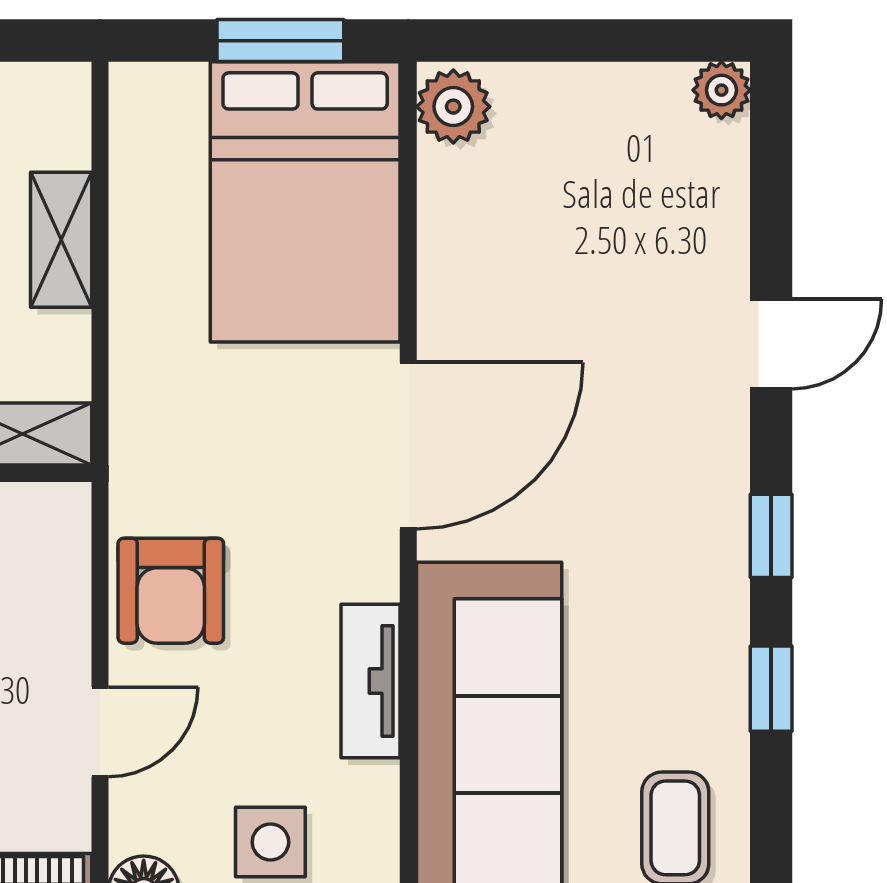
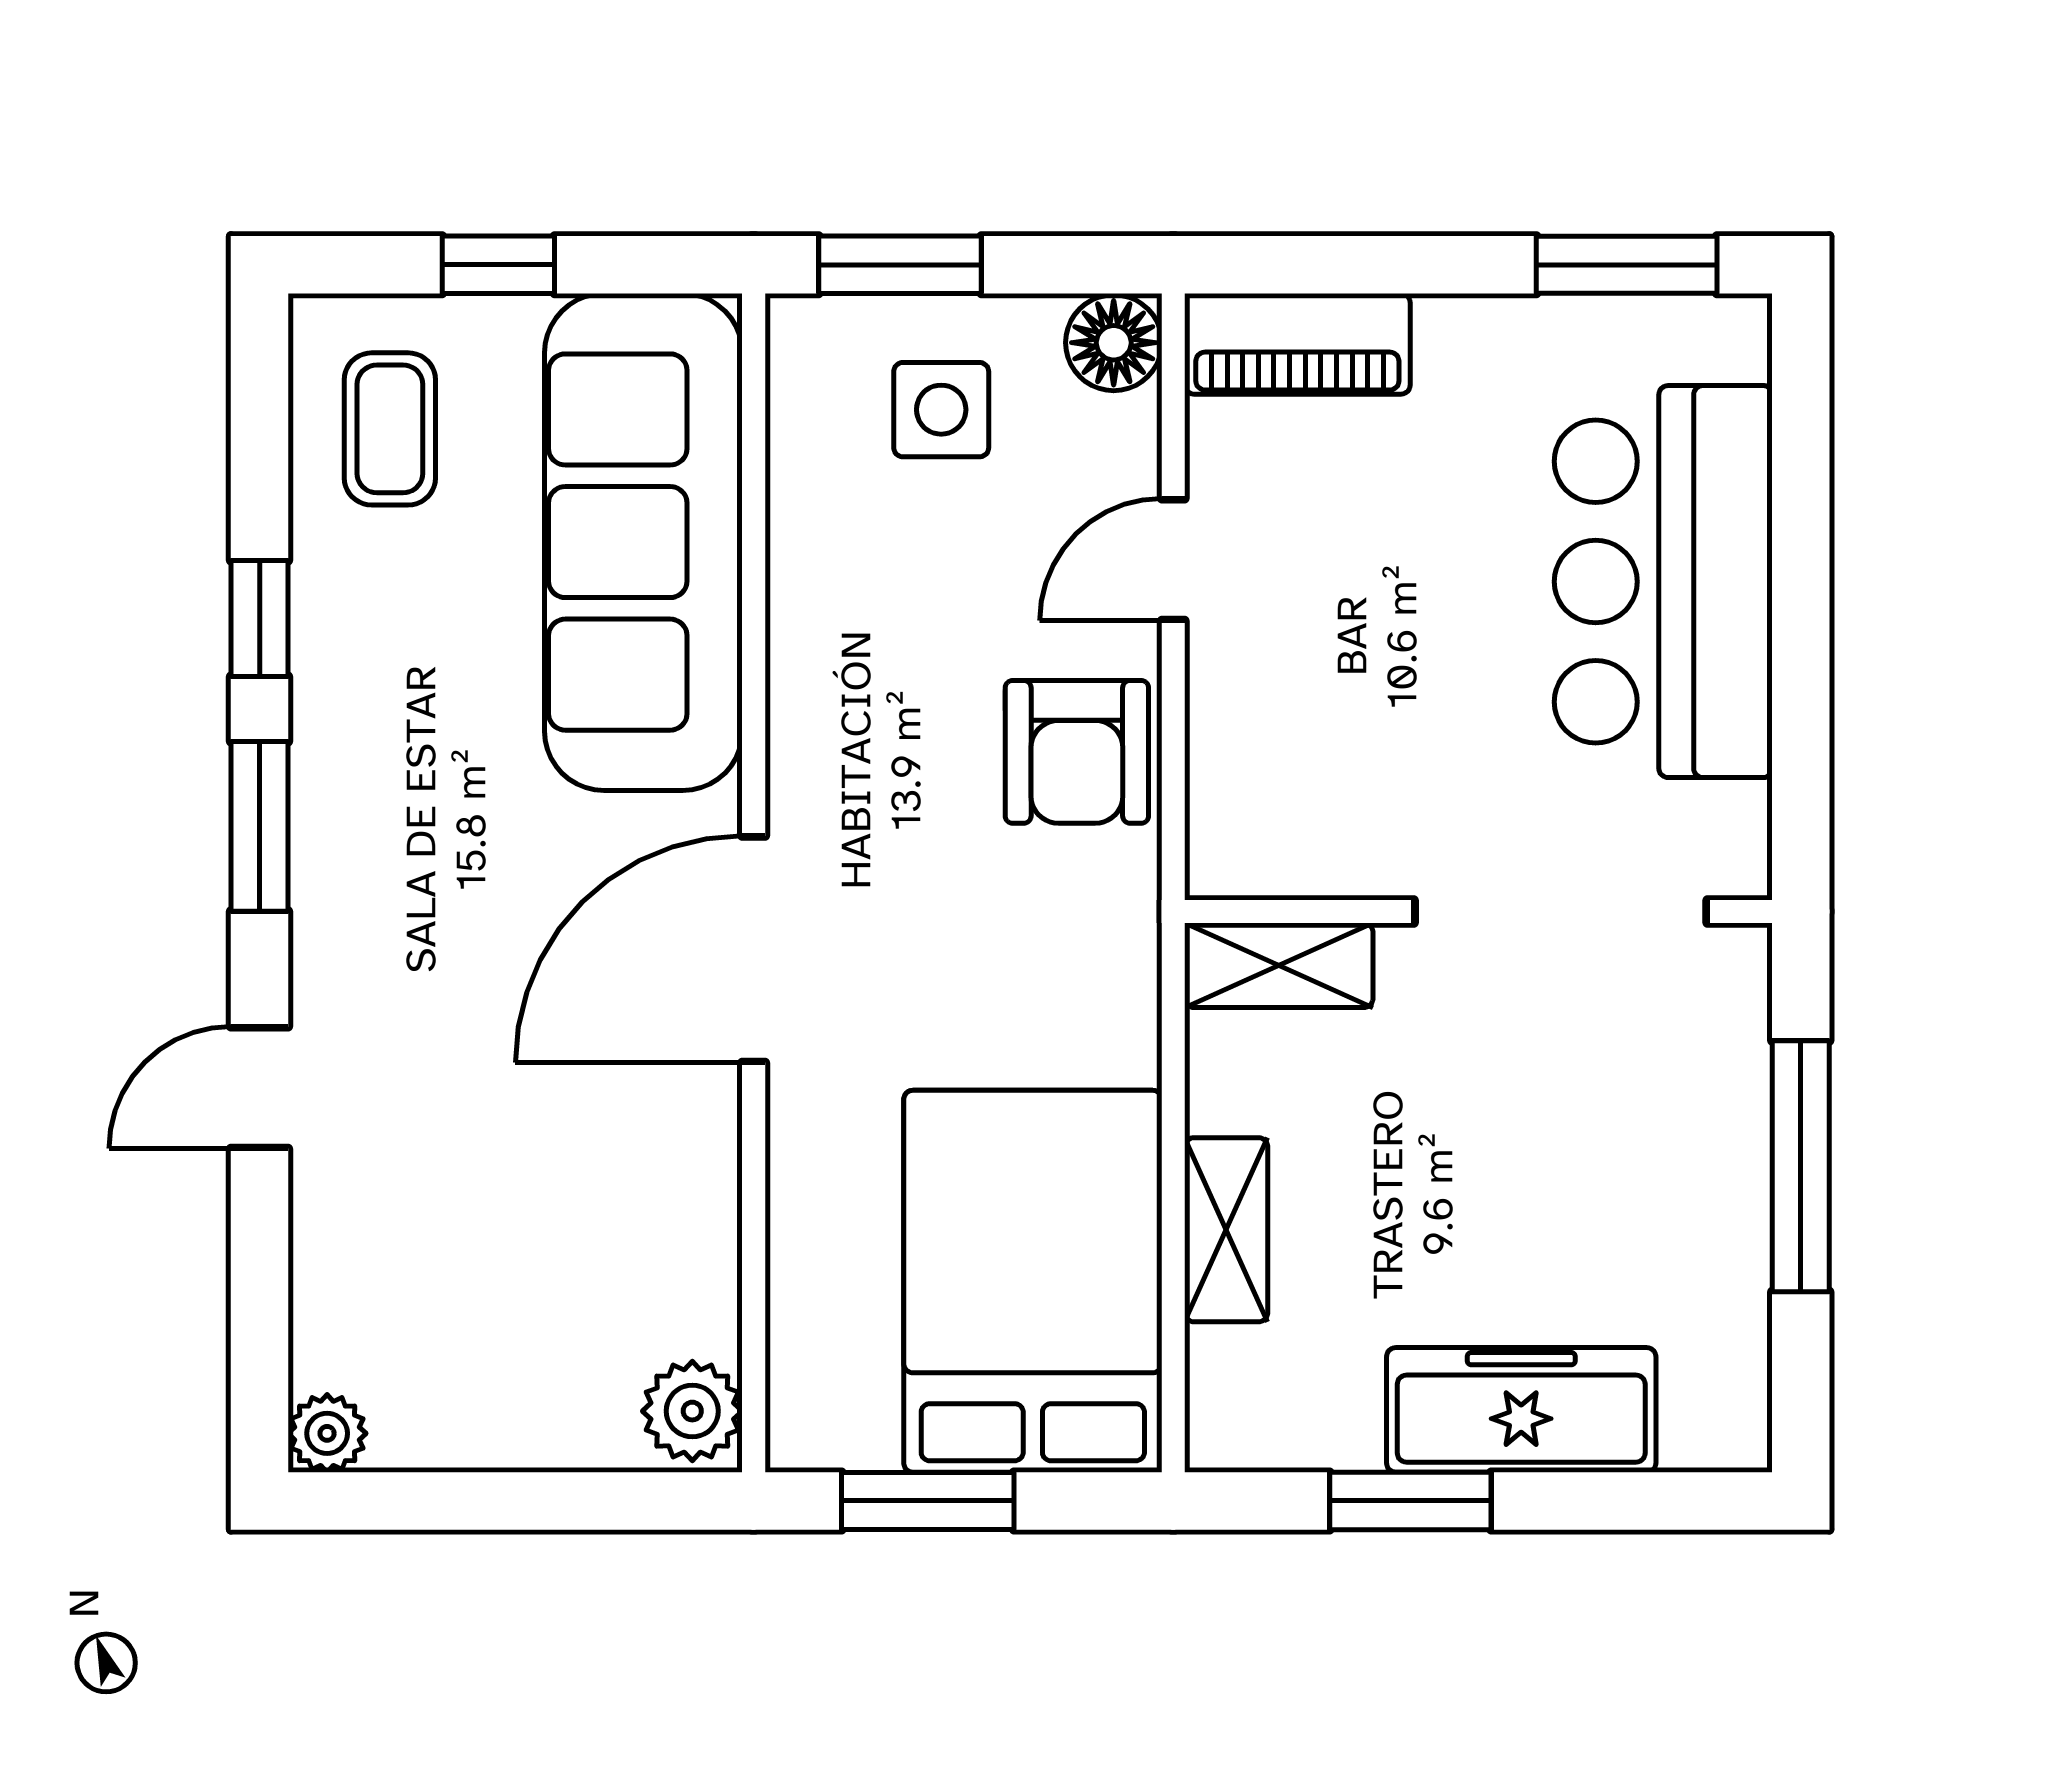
bed: (305, 202) -> (1033, 1281), moved
window: (771, 536) -> (260, 826), width x1.50
armchair: (171, 591) -> (1077, 752), turned 180
tv unit: (370, 681) -> (805, 629), removed

